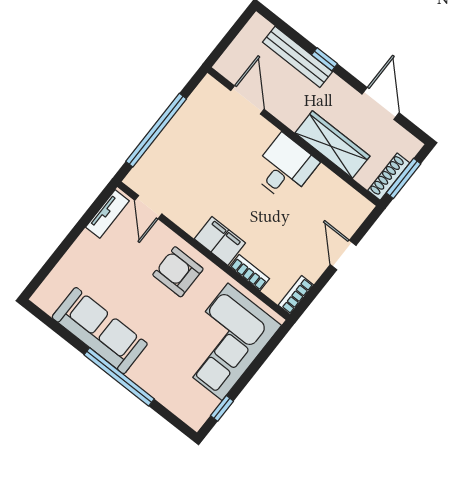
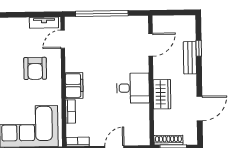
bench: (297, 57) -> (190, 58), width x0.73
window: (325, 59) -> (199, 48), moved
wardrobe: (332, 145) -> (162, 94), width x0.67
armchair: (178, 272) -> (35, 68), moved, turned 180

